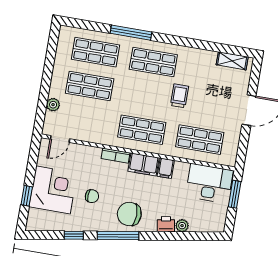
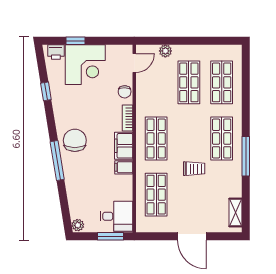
window: (131, 33) -> (246, 156), moved
door: (60, 139) -> (134, 63), swing flipped
desk: (209, 183) -> (117, 216), width x0.73
chair: (92, 196) -> (125, 92), moved
printer: (166, 224) -> (56, 52), moved, turned 99
plant: (182, 226) -> (78, 225), moved
window: (118, 236) -> (57, 161), moved

